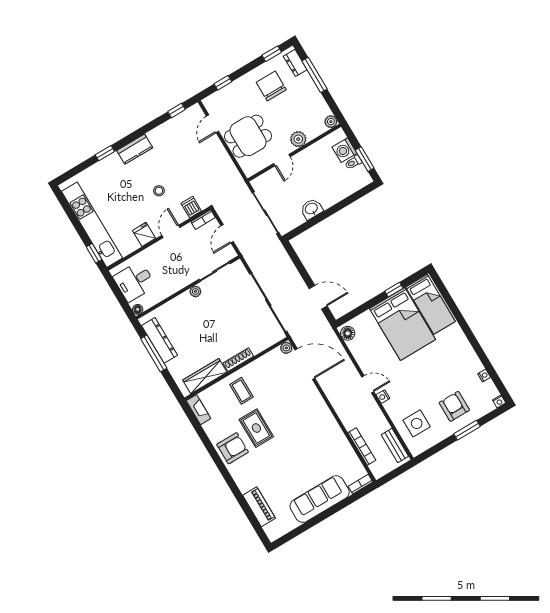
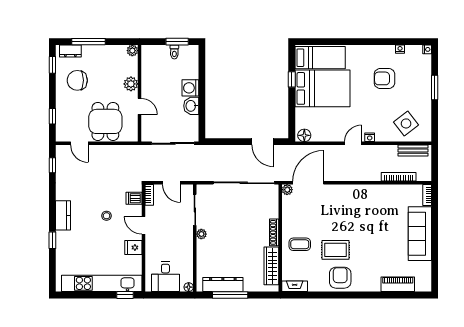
washing machine: (344, 150) -> (190, 88), moved, turned 90
door: (318, 297) -> (263, 142), swing flipped
armchair: (454, 406) -> (384, 78), moved
side table: (417, 423) -> (406, 123), turned -38

